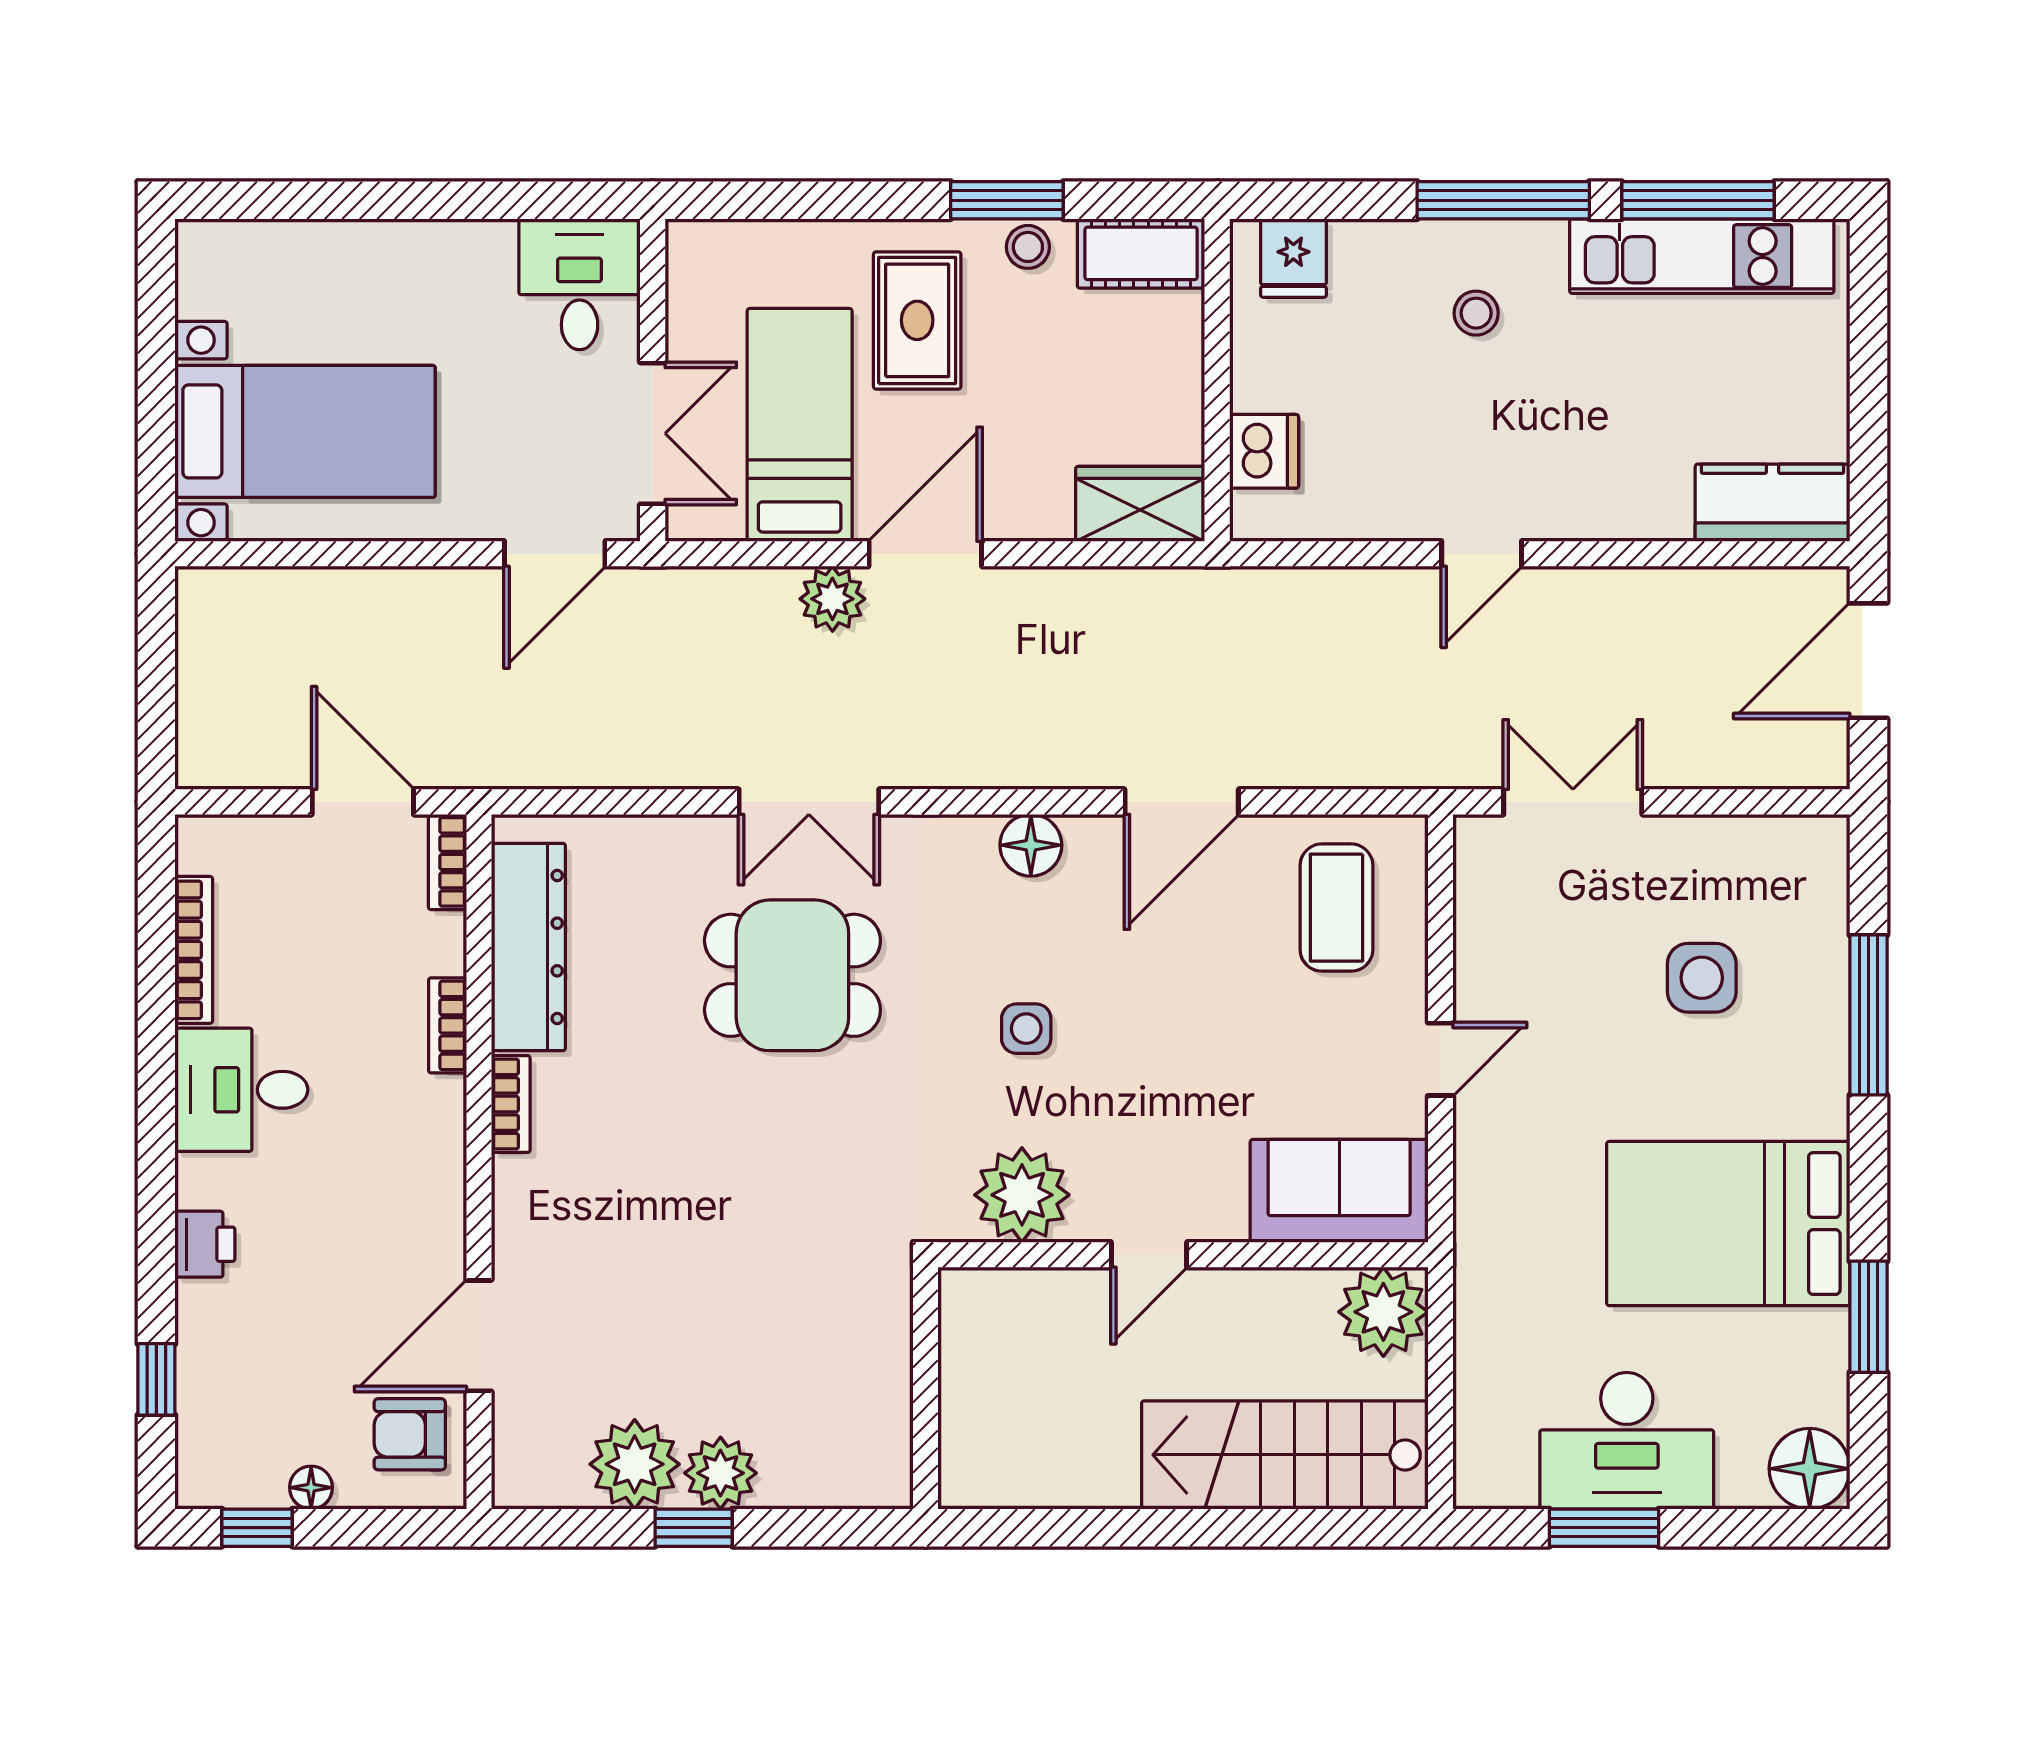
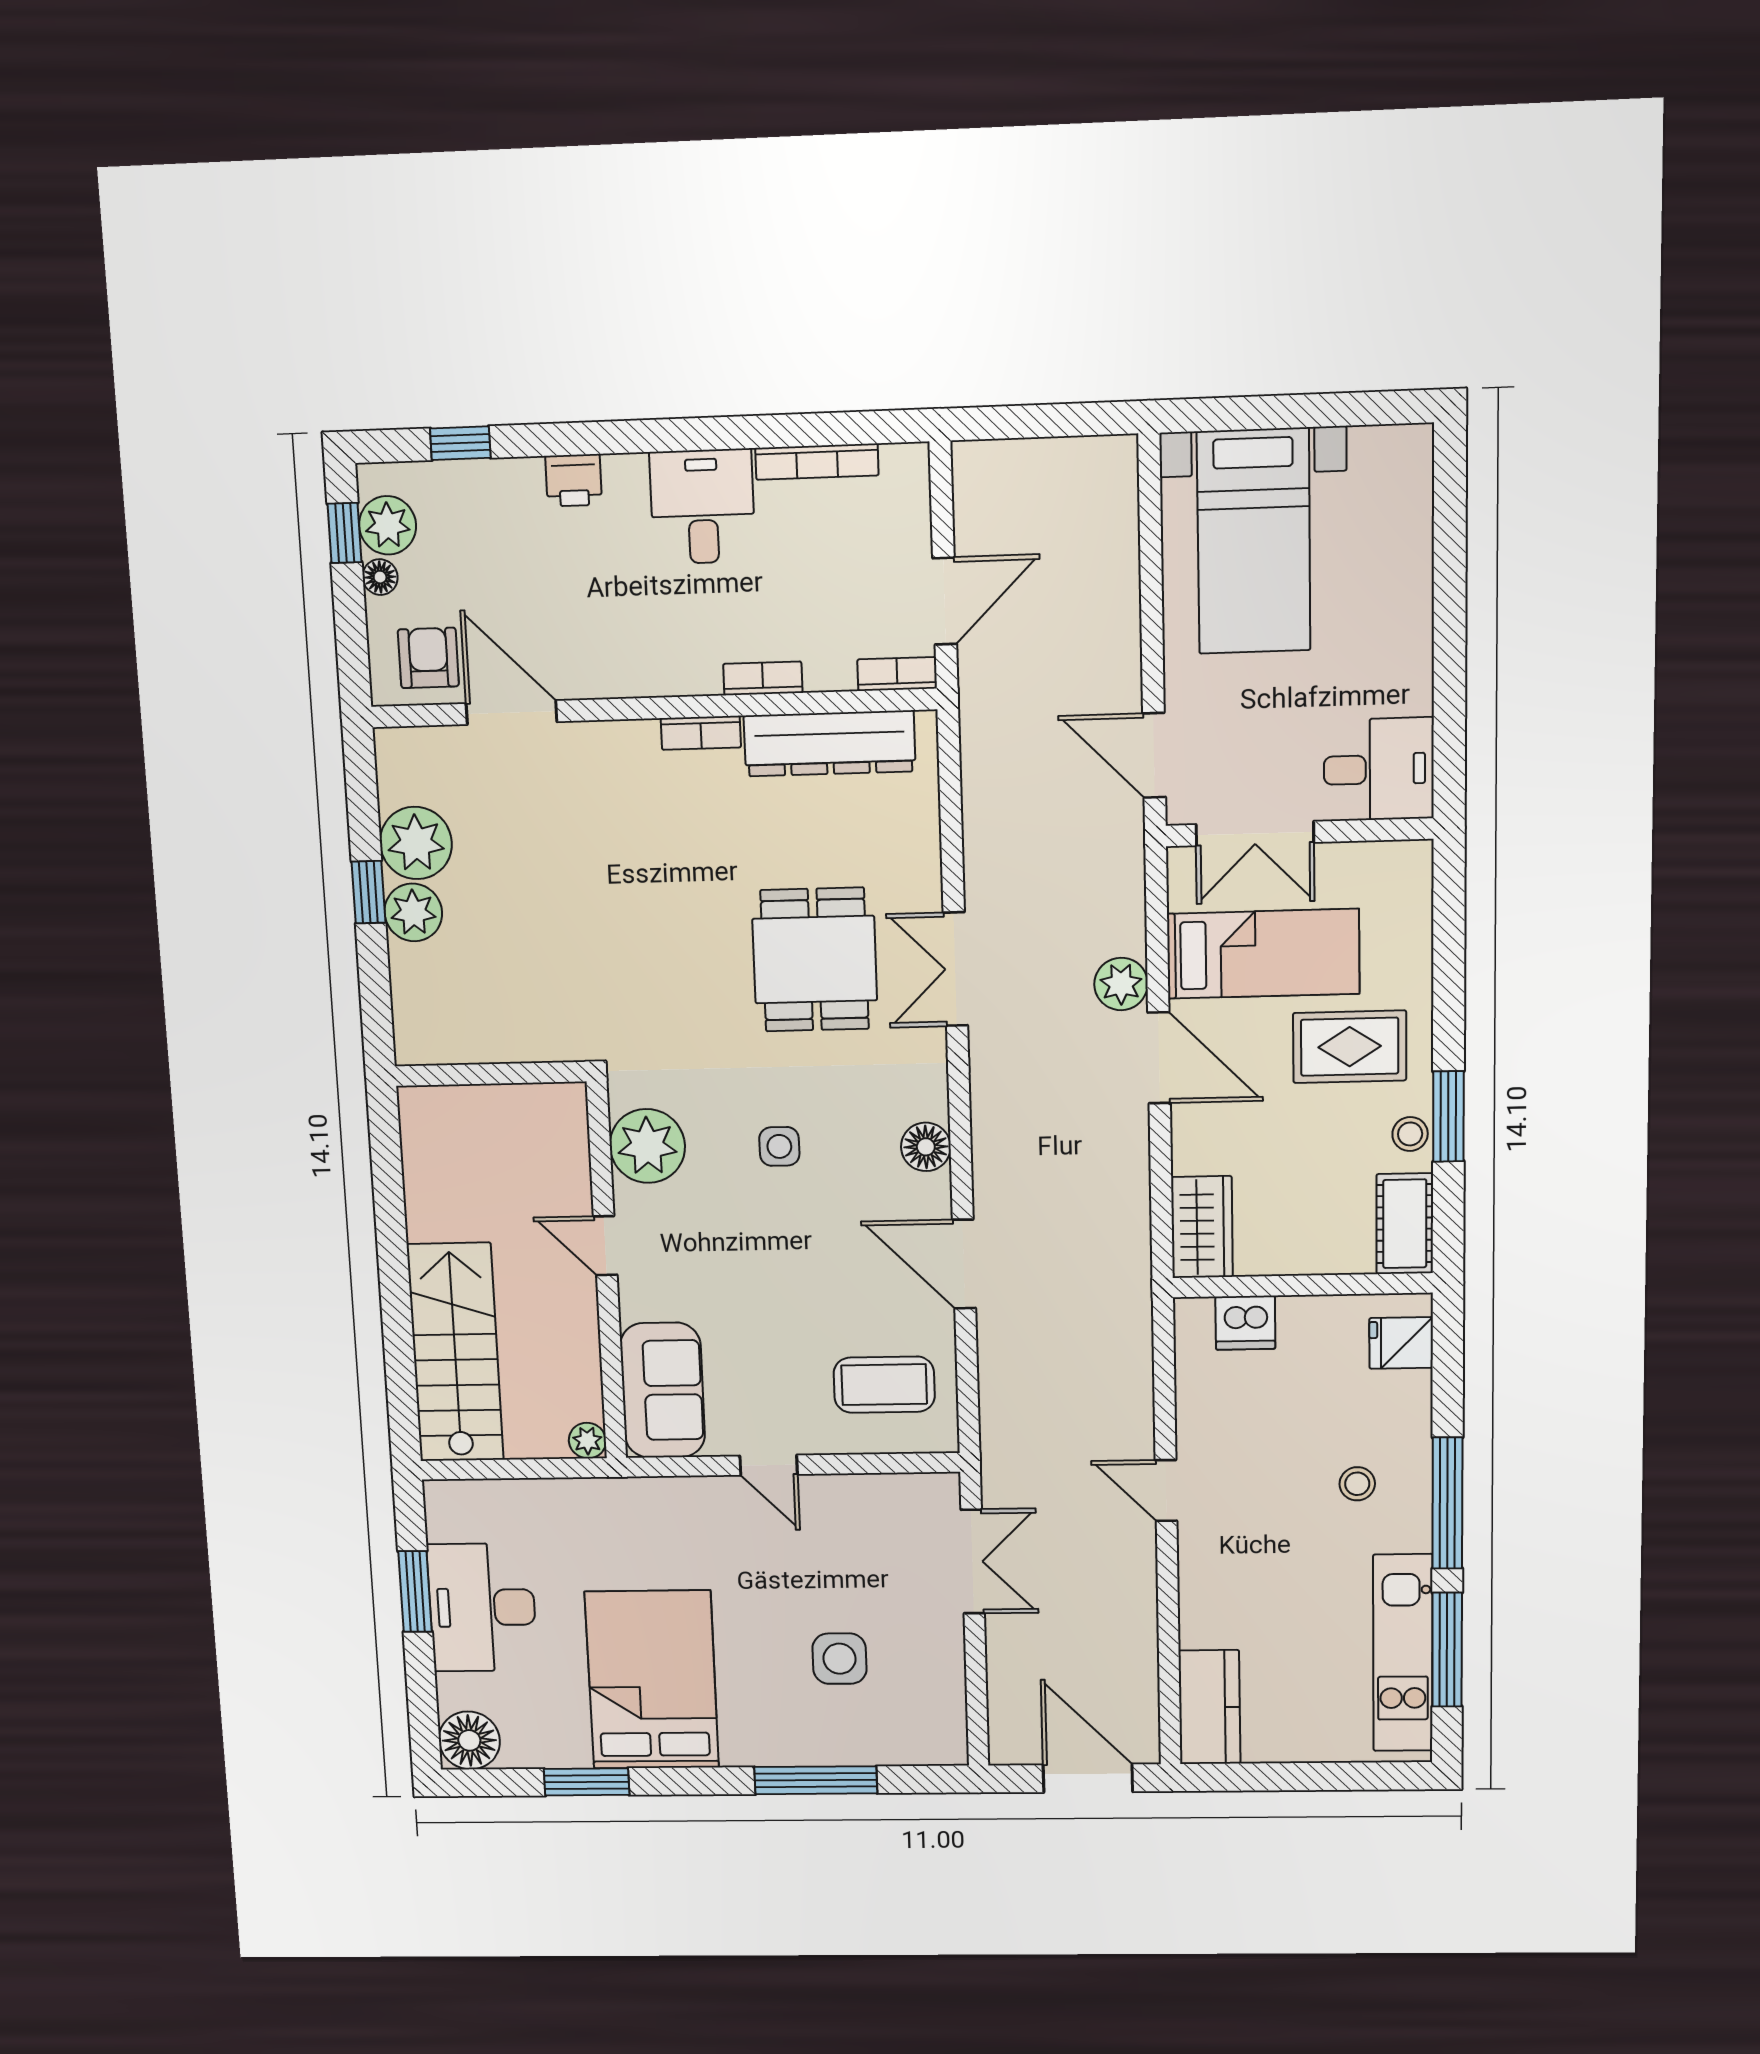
plant: (1383, 1312) -> (587, 1441), width x0.53, depth x0.53
plant: (250, 1474) -> (388, 525), added

